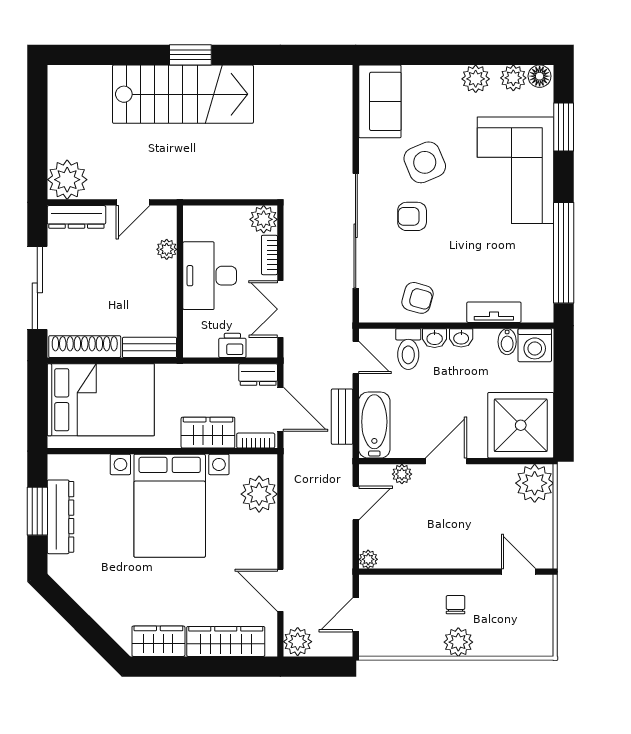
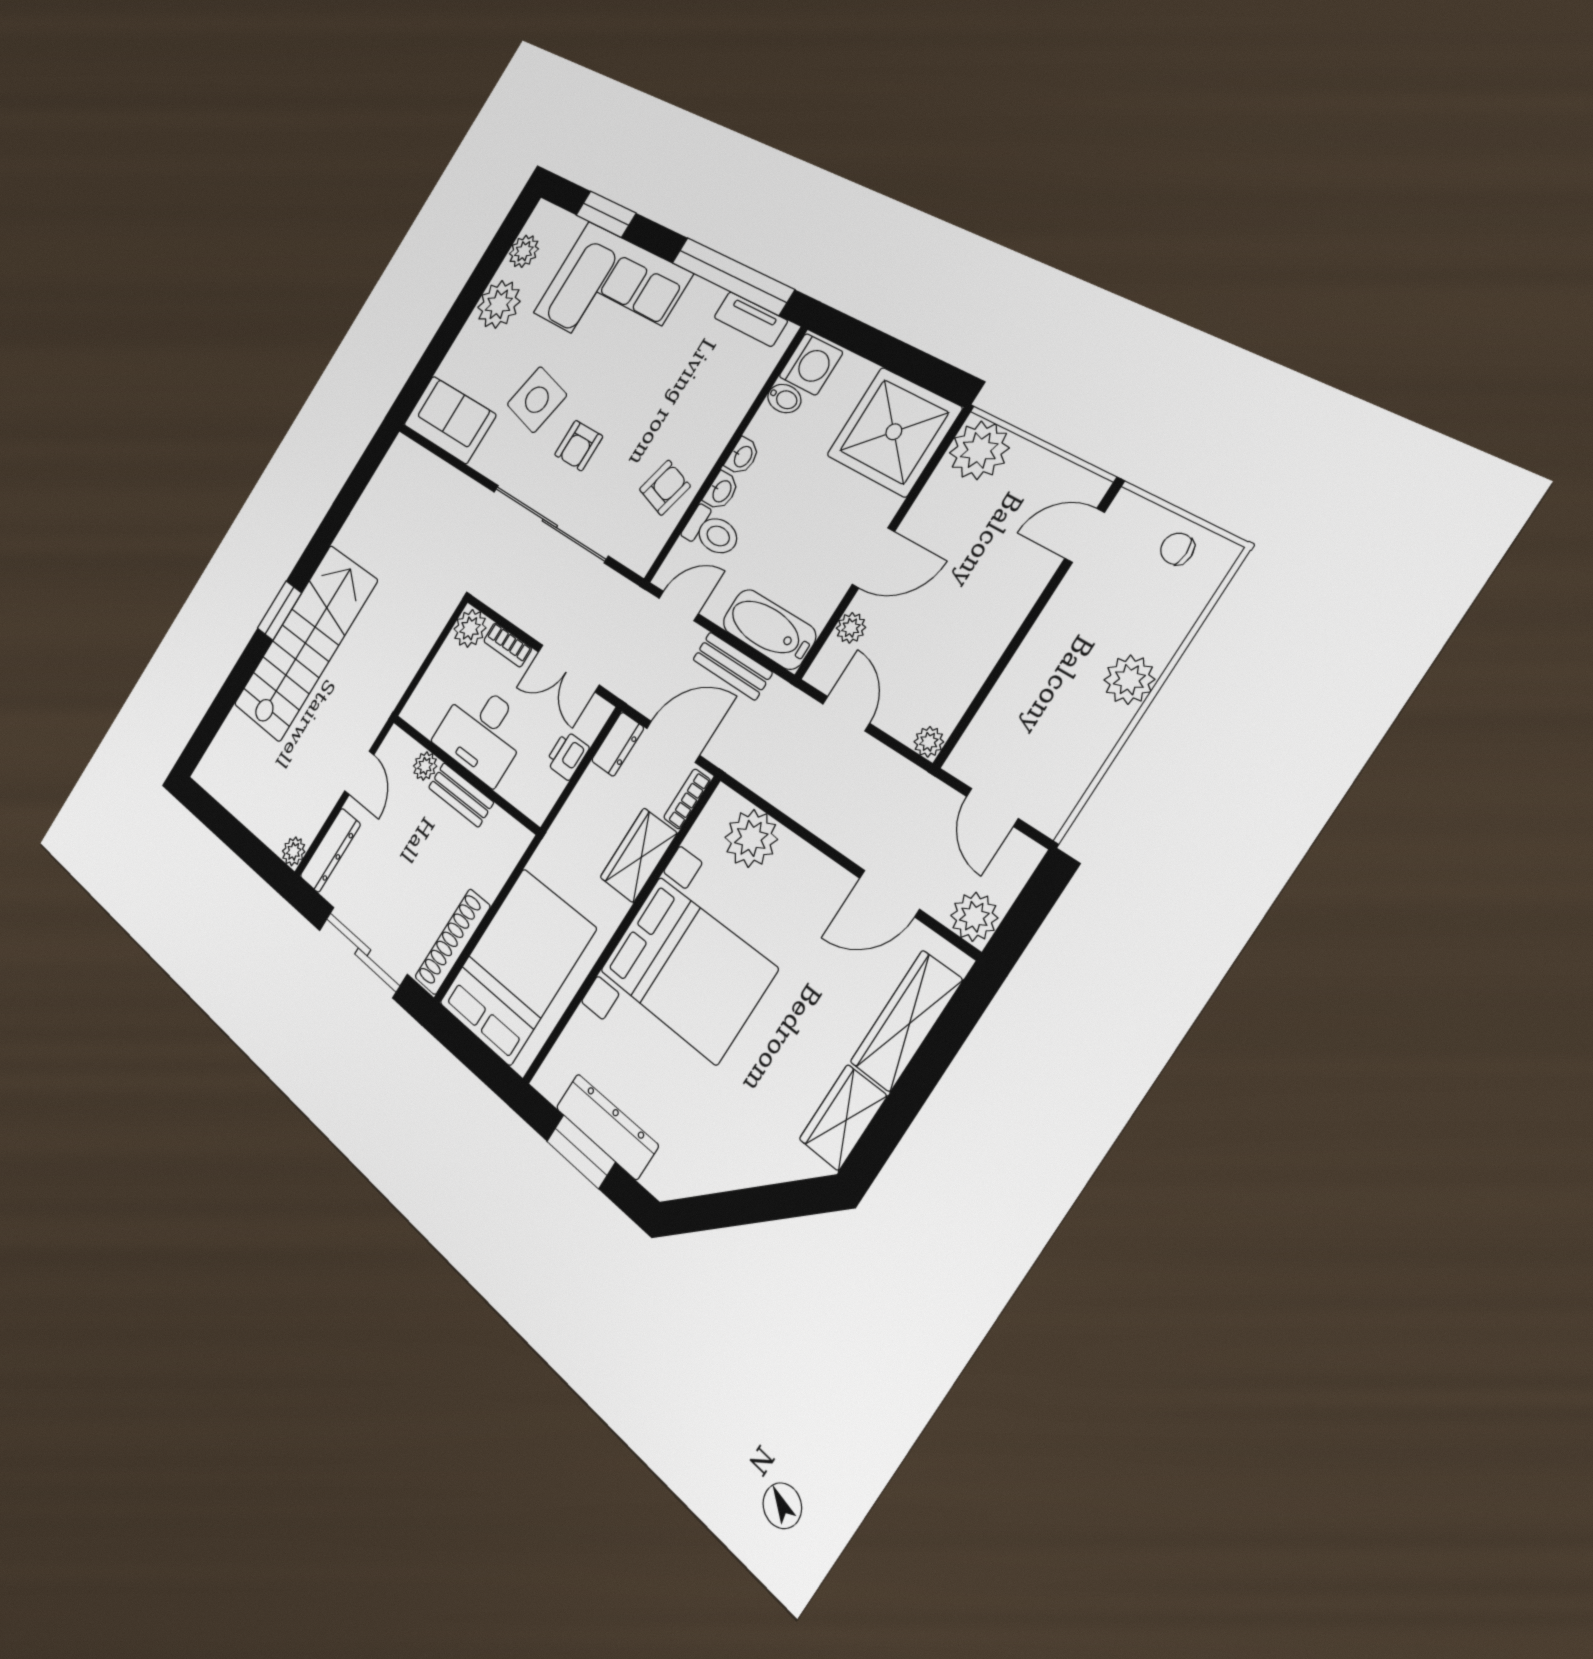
floor lamp: (540, 76) -> (541, 220), removed
plant: (476, 79) -> (499, 304), width x1.36, depth x1.36
side table: (425, 162) -> (537, 400), turned 36
plant: (67, 180) -> (294, 851), width x0.53, depth x0.53
tv unit: (494, 312) -> (751, 319), moved, turned -90
bench: (150, 347) -> (461, 795), moved, turned 90
door: (446, 461) -> (873, 558), swing flipped
chair: (455, 605) -> (1177, 549), moved

